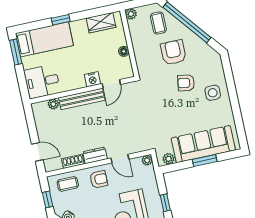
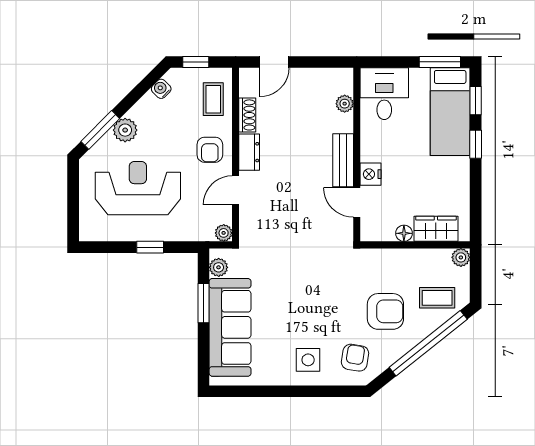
wardrobe: (101, 23) -> (436, 229), moved, turned 90
window: (34, 25) -> (476, 101), added
armchair: (186, 83) -> (355, 358), moved
bench: (82, 99) -> (343, 160), width x0.73
window: (205, 161) -> (204, 303), moved

